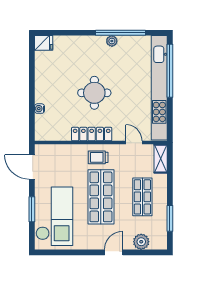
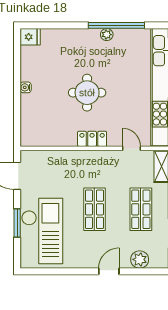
water cooler: (40, 109) -> (26, 87), moved
locker: (92, 134) -> (92, 139), width x0.66
trolley: (98, 157) -> (91, 165), removed
shop shelf: (101, 197) -> (94, 209), width x0.70, depth x0.74

